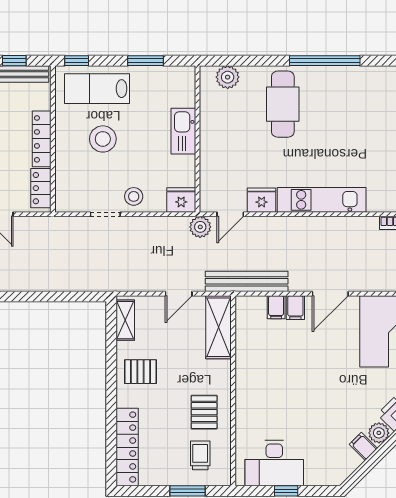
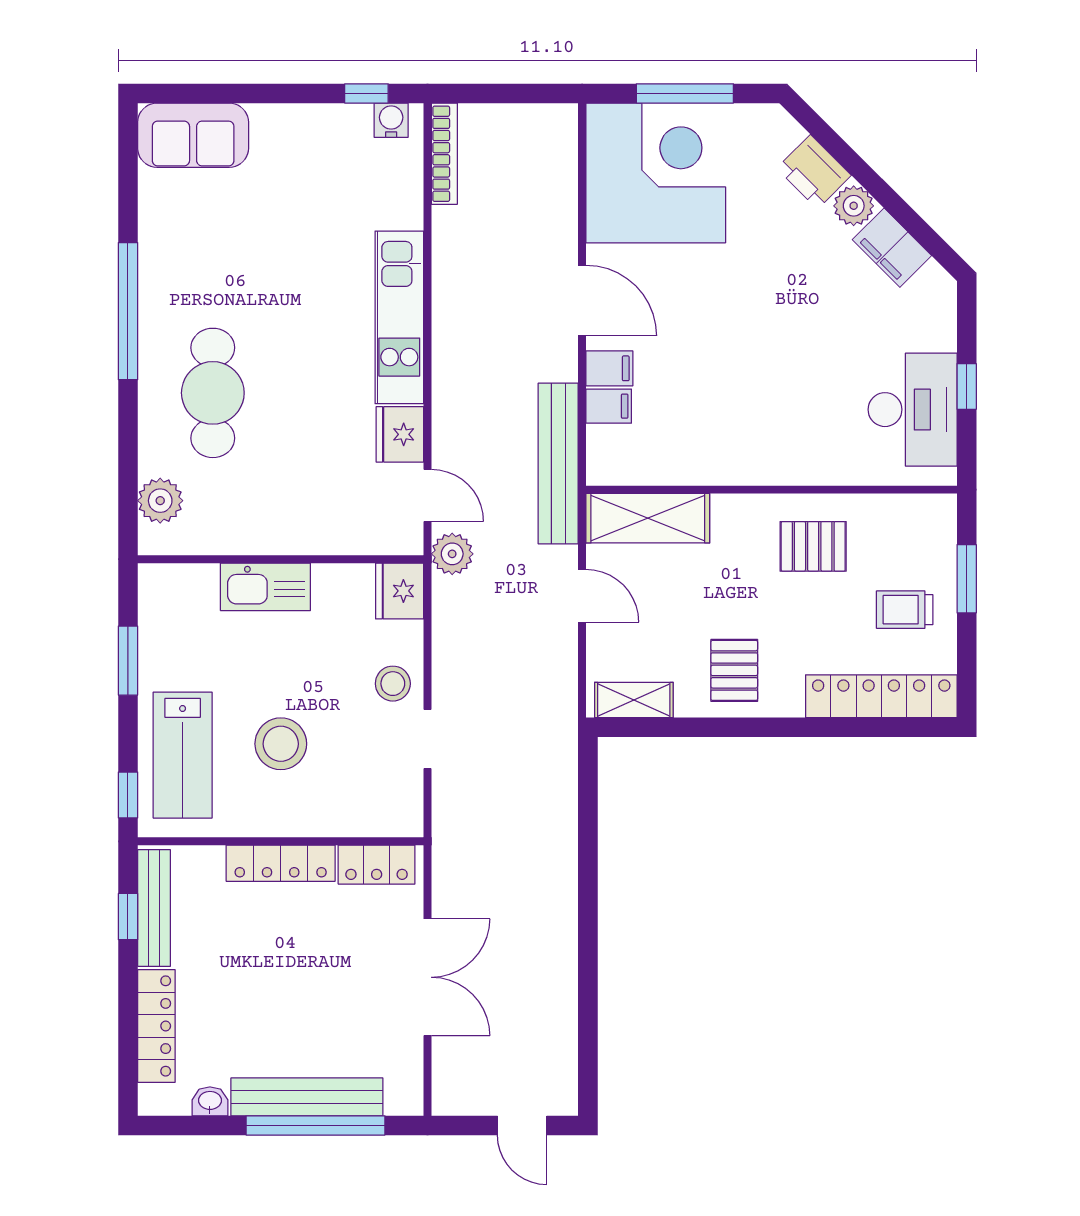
cafe table: (283, 104) -> (213, 393), turned 90
filing cabinet: (363, 446) -> (892, 248), width x2.00
trolley: (200, 455) -> (905, 610), moved

